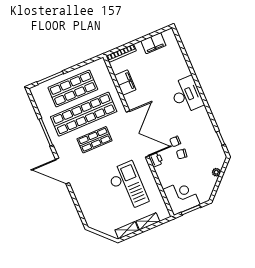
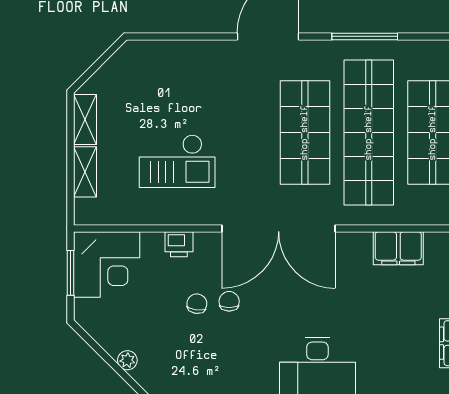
shop shelf: (95, 140) -> (305, 133), width x1.43, depth x1.36
printer: (156, 160) -> (179, 244), moved
checkout: (128, 186) -> (177, 161), width x0.73, depth x0.83

